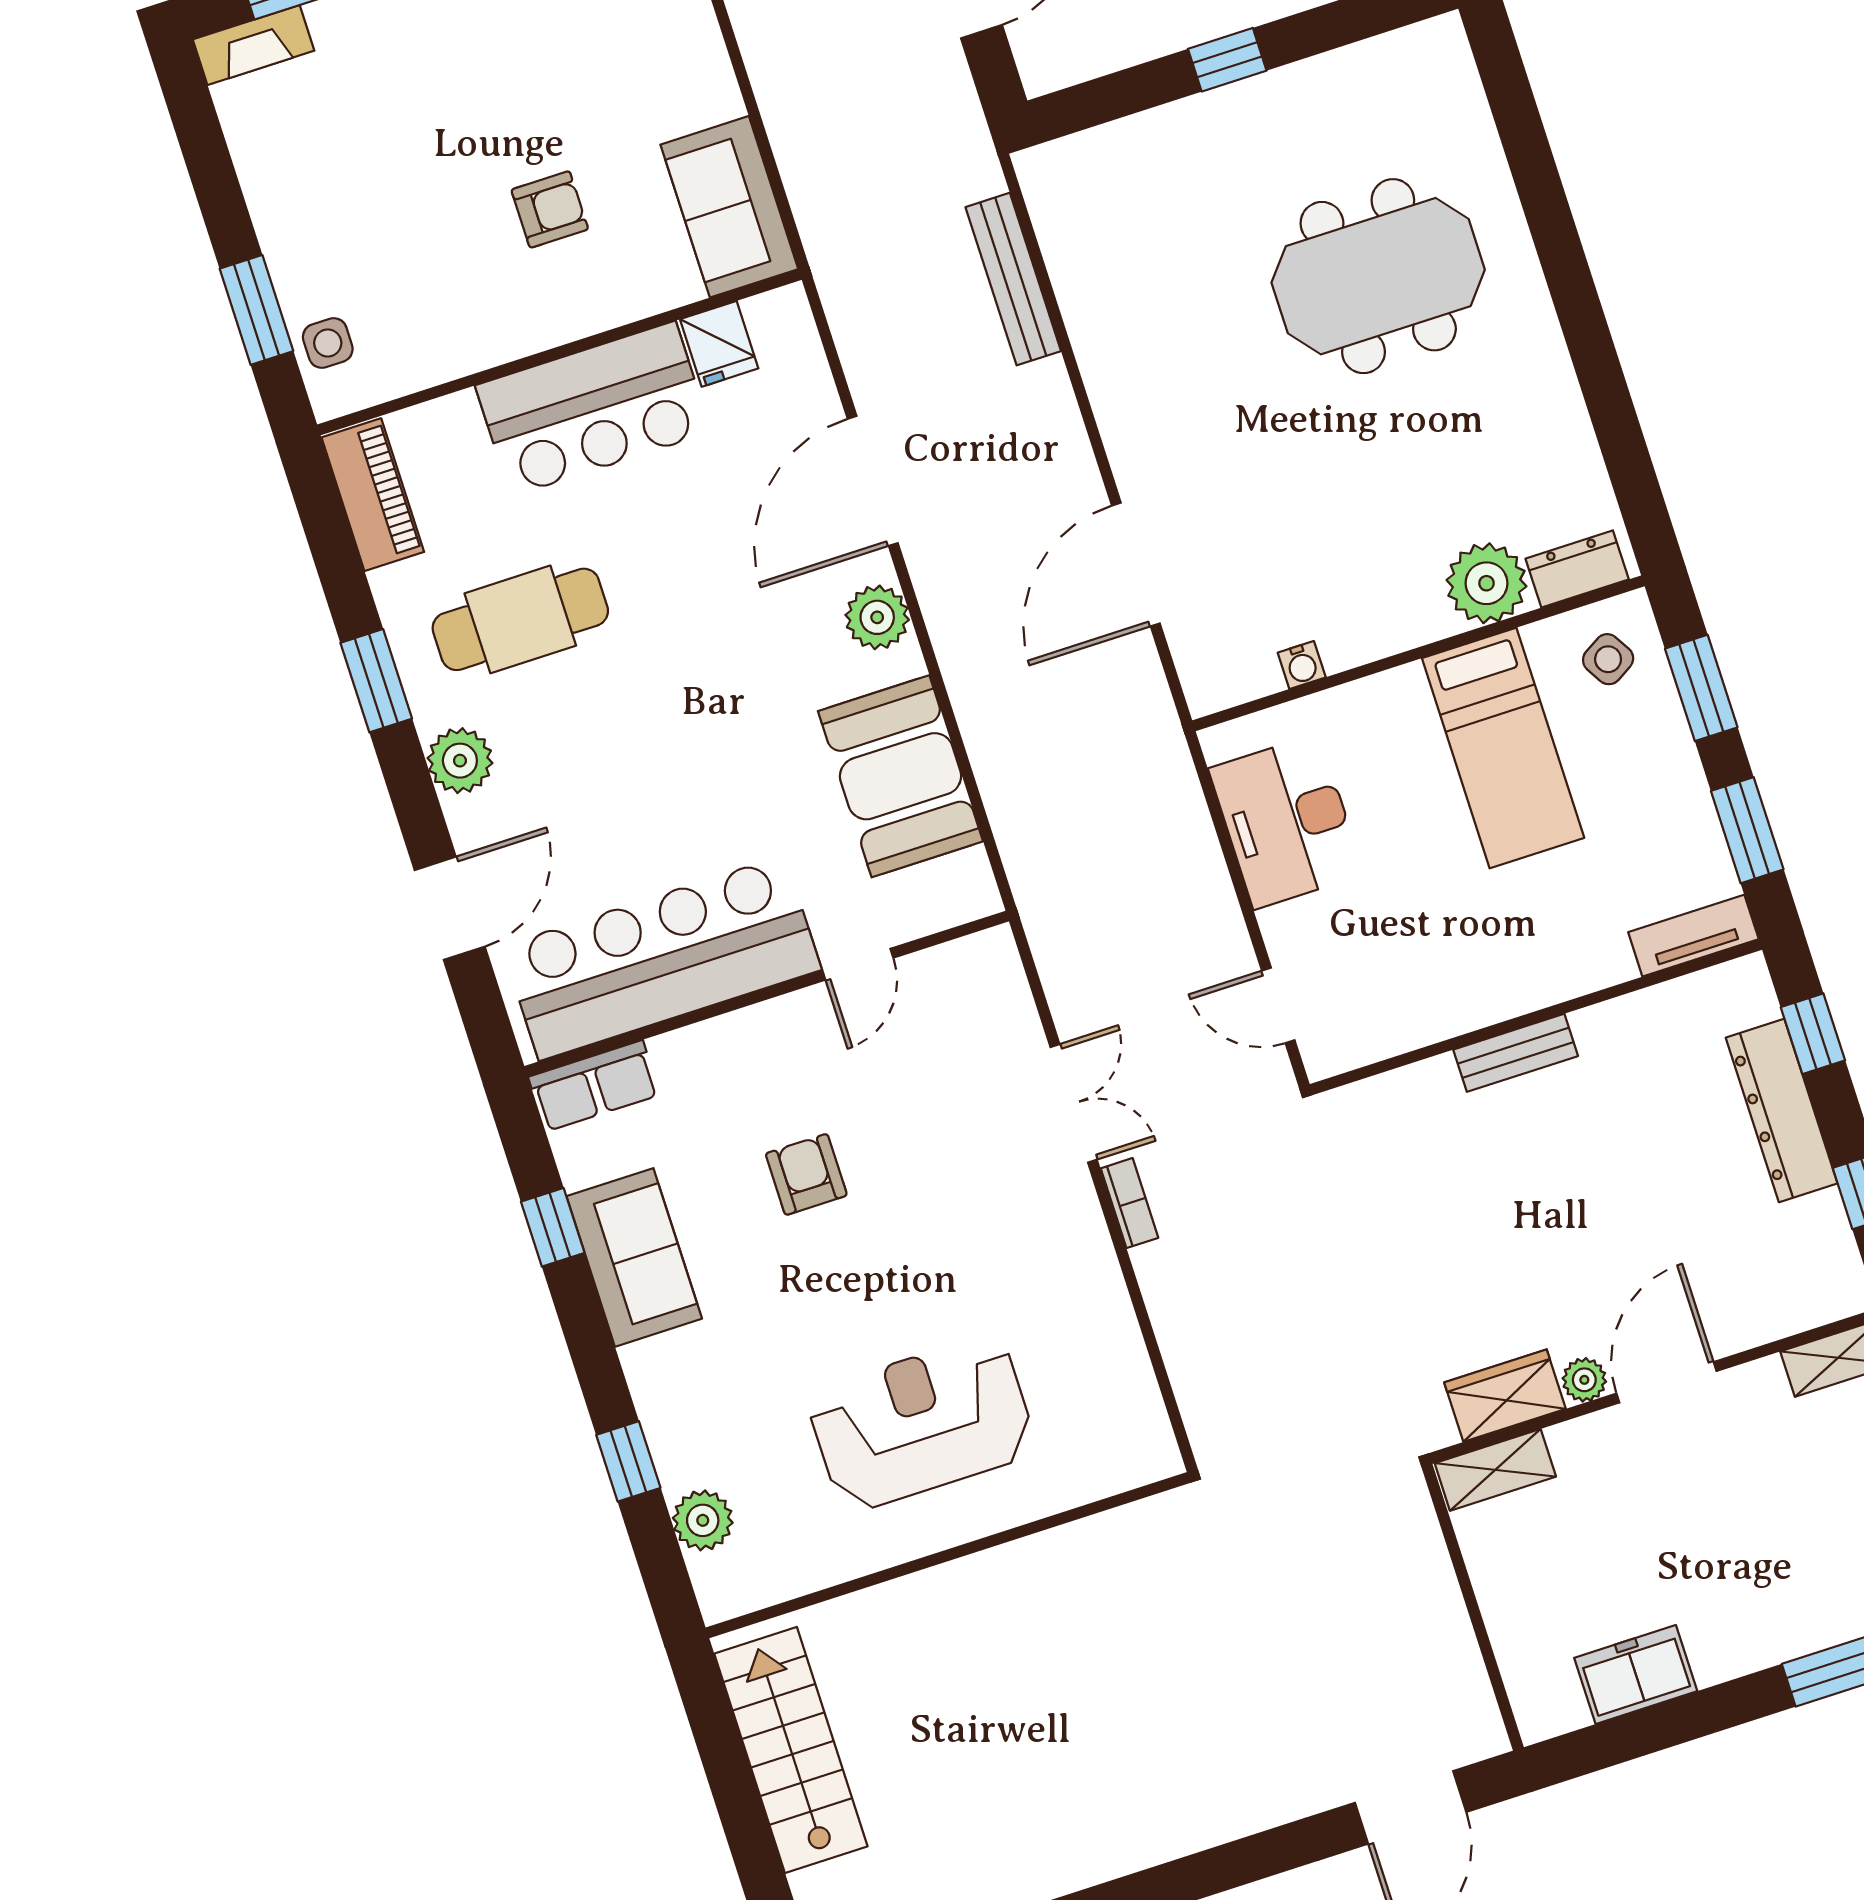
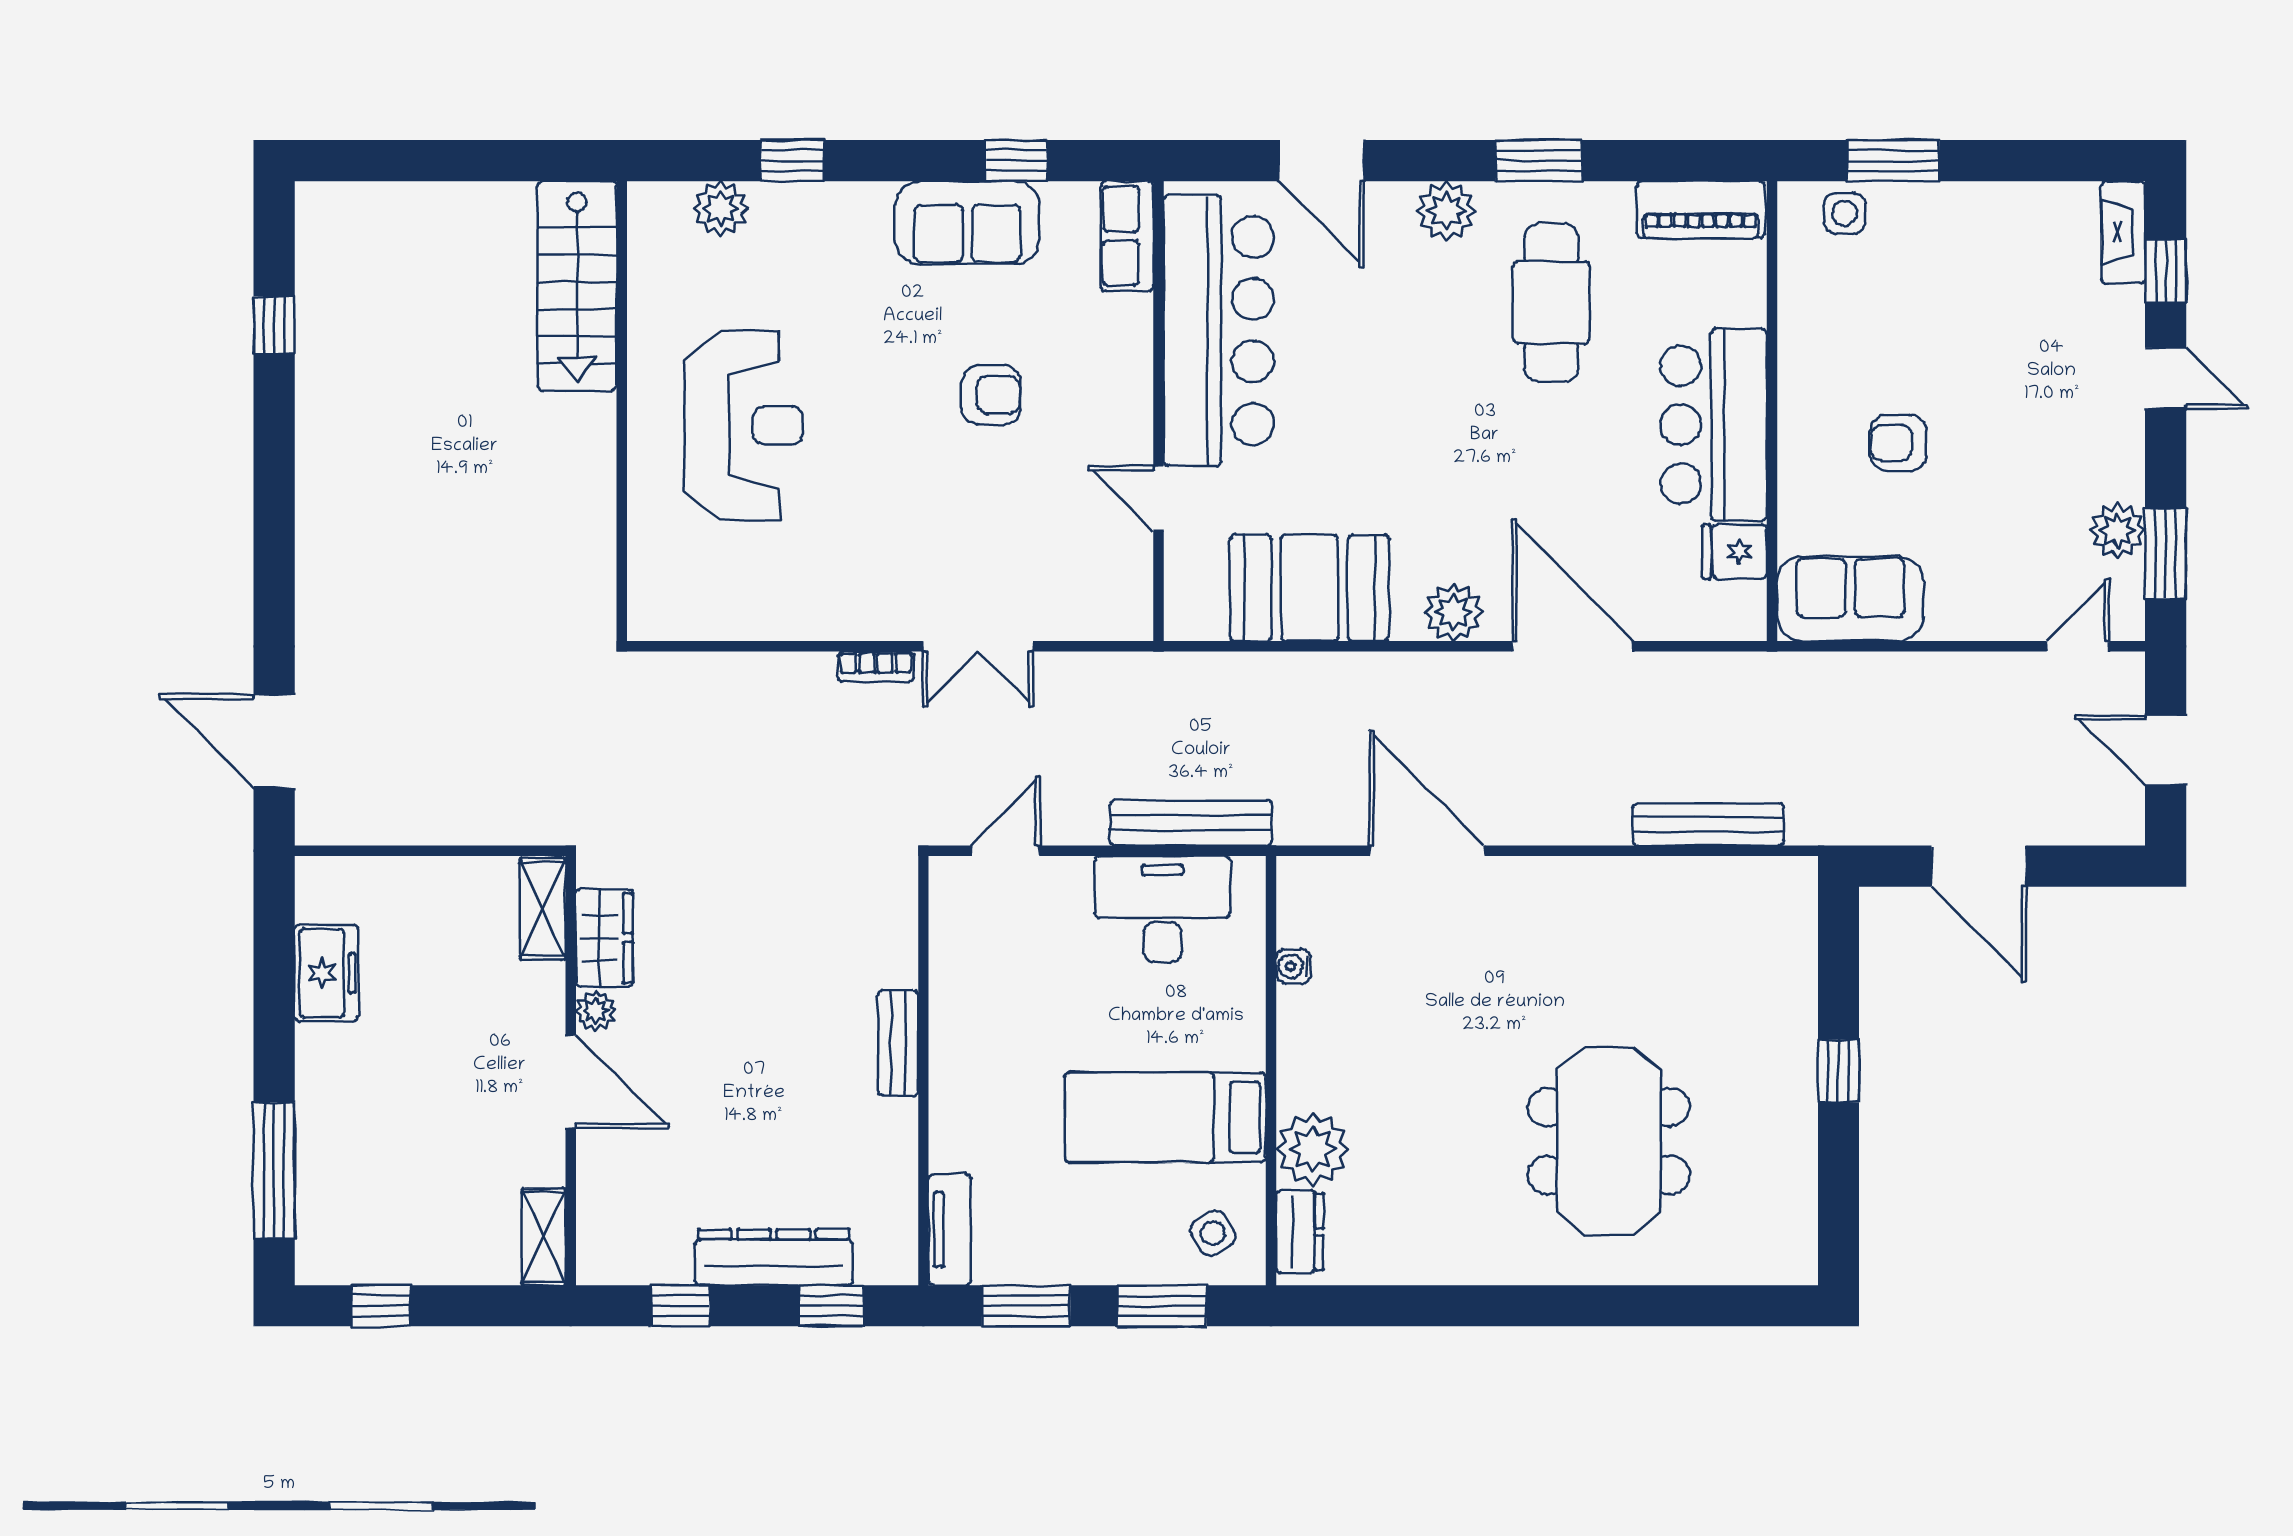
armchair: (550, 209) -> (1898, 443), turned 90
bench: (1186, 821) -> (1191, 823), added
stairs: (791, 1750) -> (577, 286), moved, turned 90

